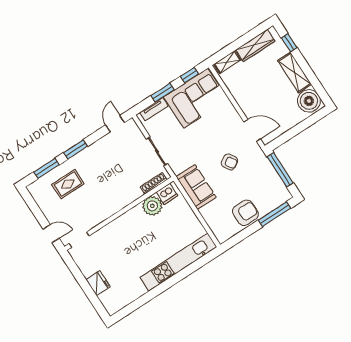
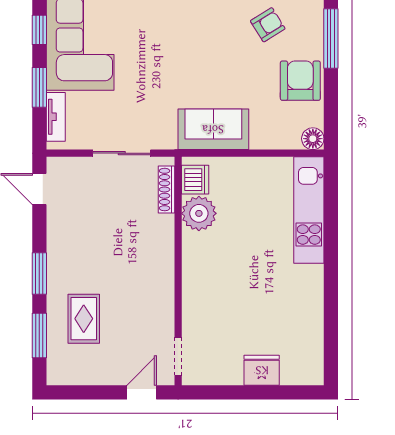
armchair: (229, 162) -> (268, 25), moved
floor lamp: (222, 236) -> (313, 139), added
kitchen unit: (178, 262) -> (309, 210), width x0.73

